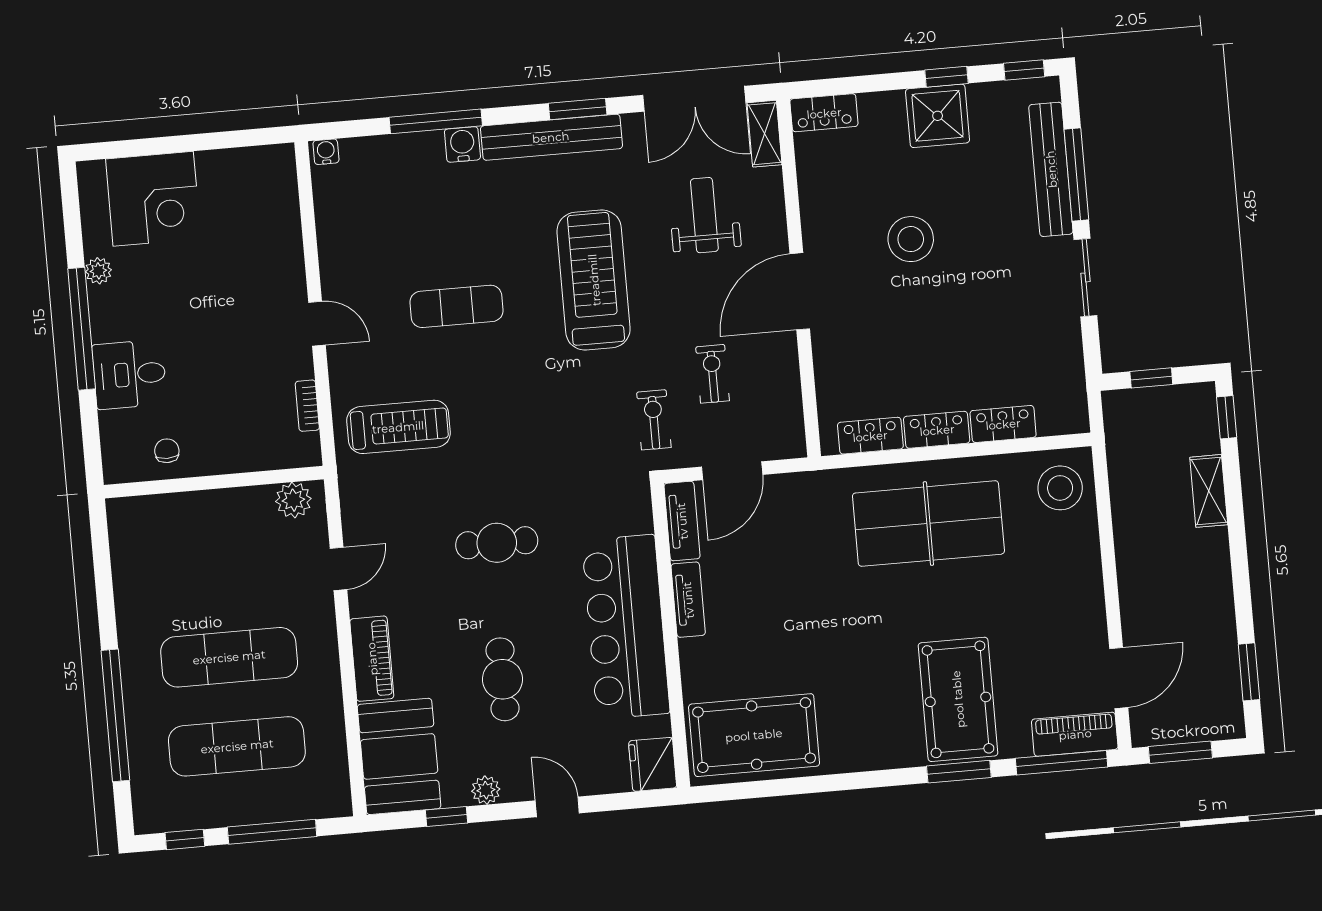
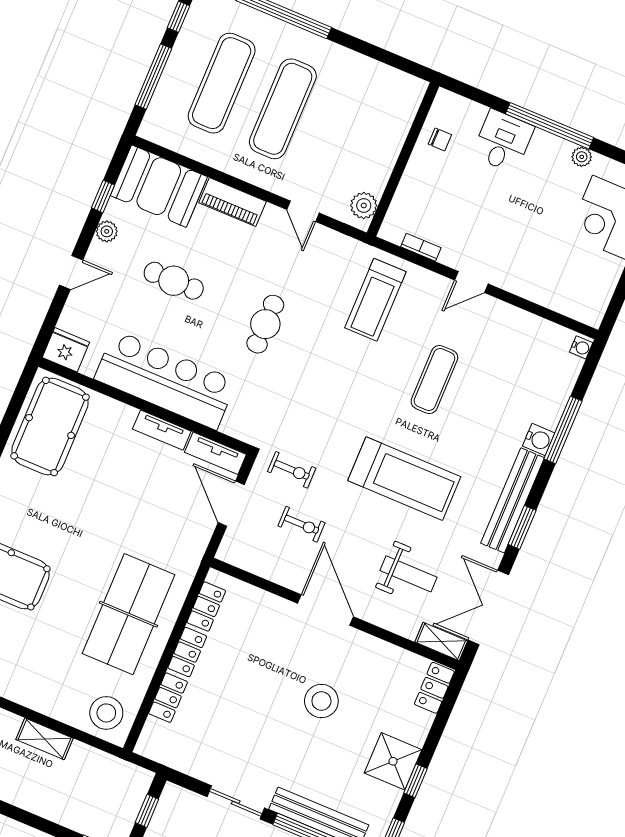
shelving: (1209, 491) -> (45, 739), moved

